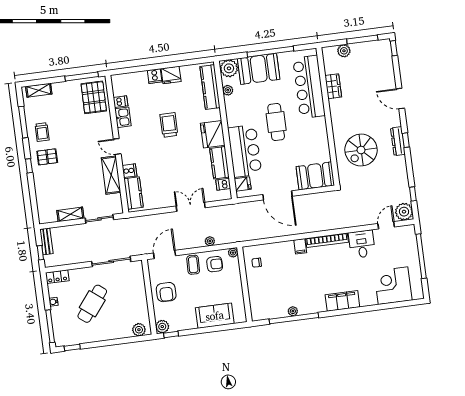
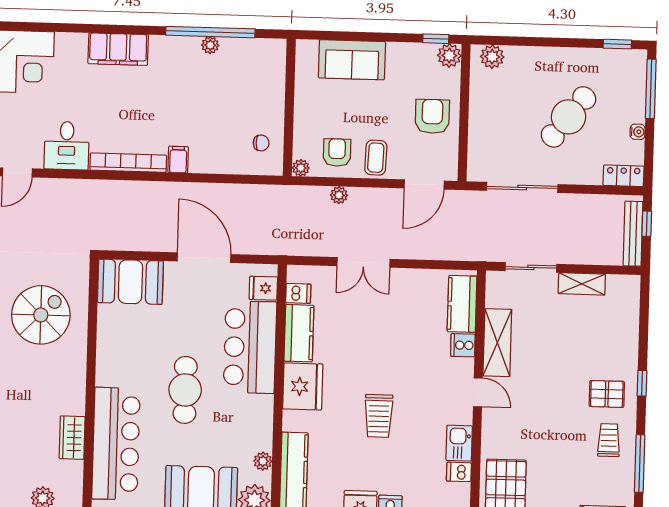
bench: (46, 241) -> (633, 234), width x1.36
armchair: (215, 264) -> (337, 153), turned 90

